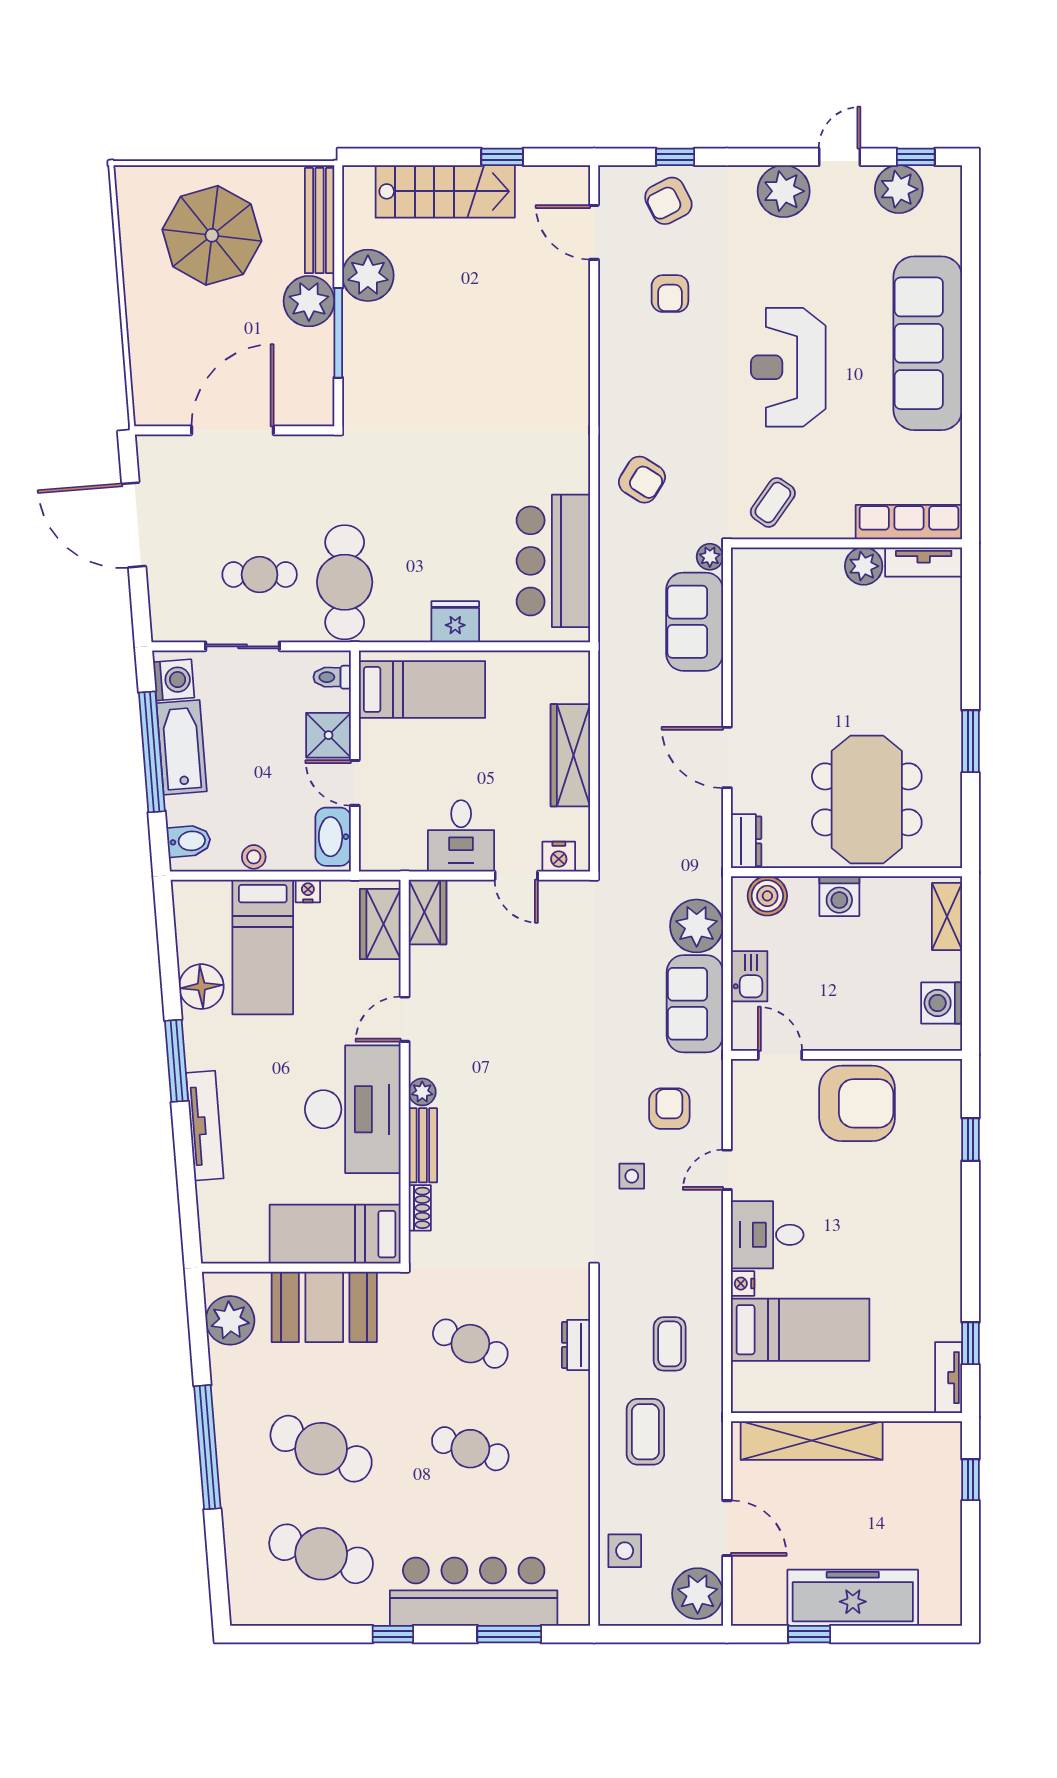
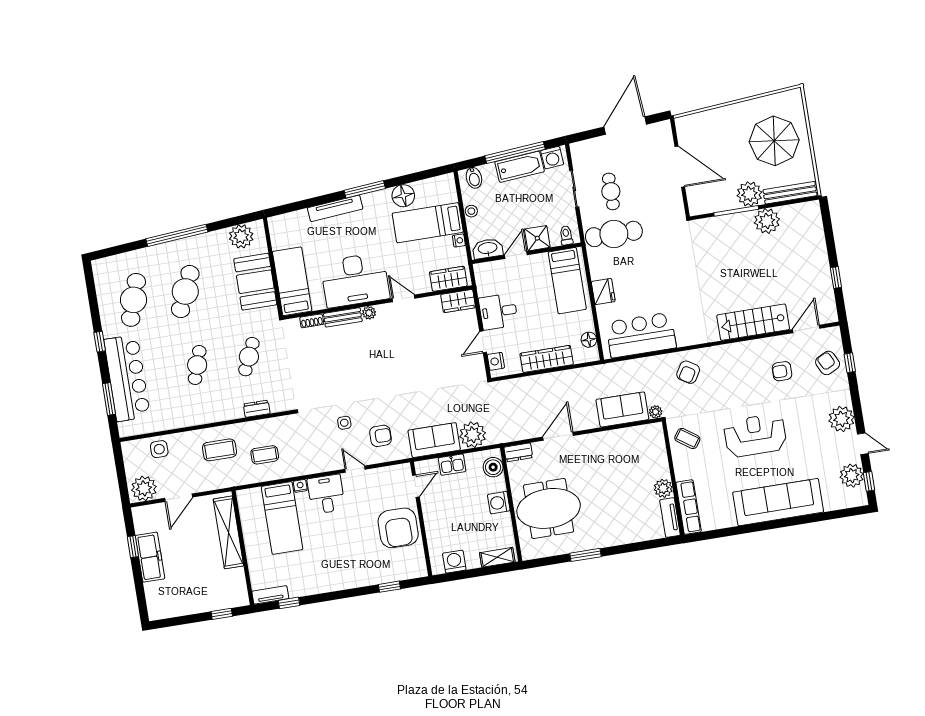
stairs: (445, 191) -> (753, 322), moved, turned 90
floor lamp: (546, 666) -> (589, 340), added
freezer: (853, 1598) -> (150, 557), width x0.73, depth x0.79

